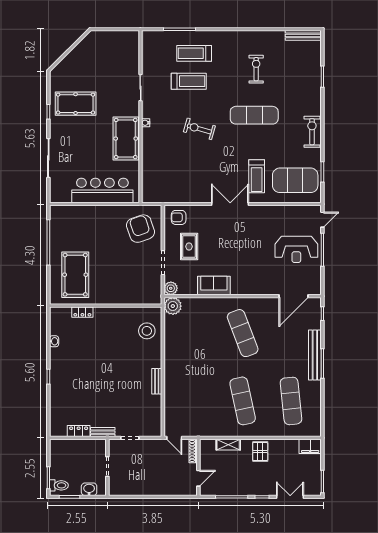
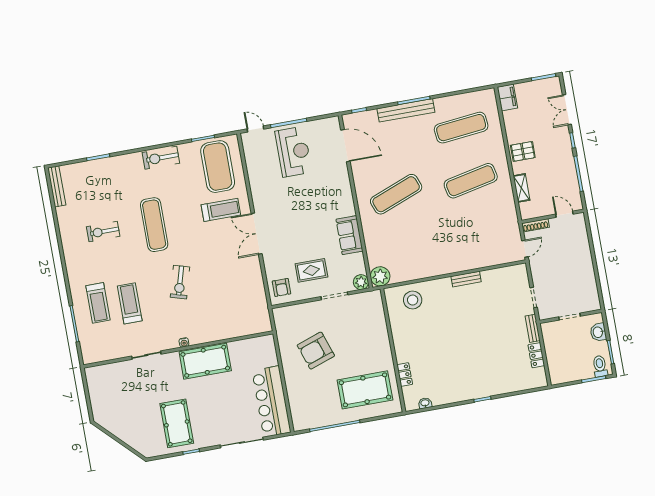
bar counter: (102, 190) -> (271, 401), moved
armchair: (141, 229) -> (316, 351), moved
washbasin: (54, 341) -> (425, 403), moved

